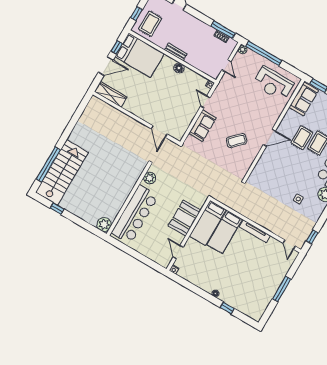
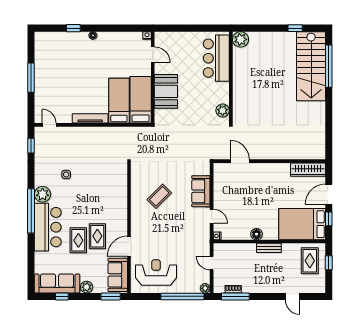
door: (269, 138) -> (129, 246), moved
bar counter: (135, 214) -> (216, 58), width x0.73

